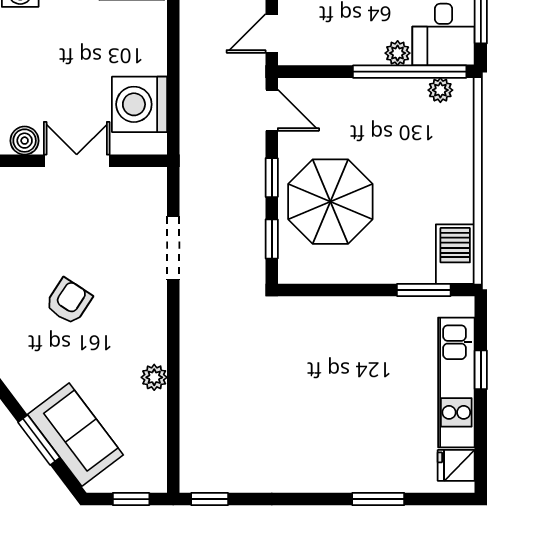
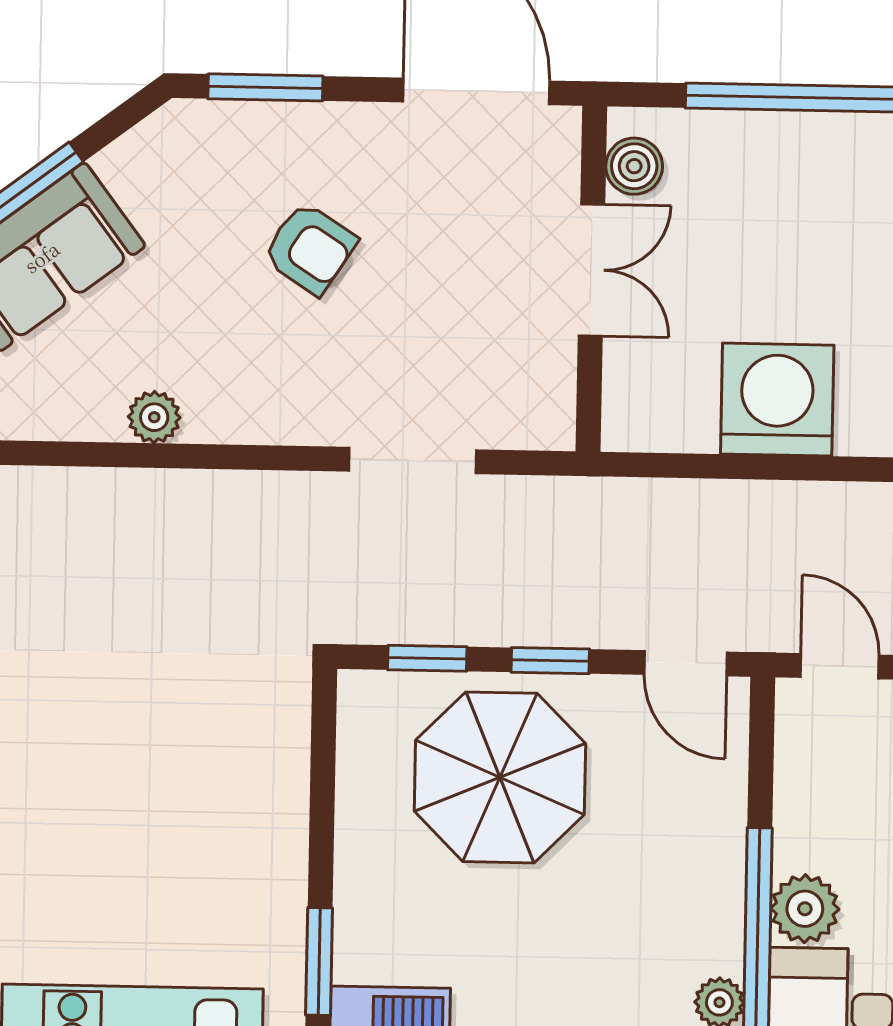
plant: (398, 53) -> (805, 909), width x1.38, depth x1.38
washing machine: (139, 104) -> (777, 400), moved
door: (272, 110) -> (686, 663), hinge flipped

